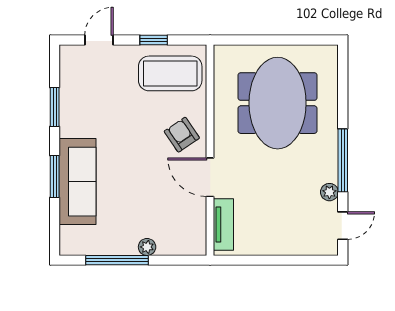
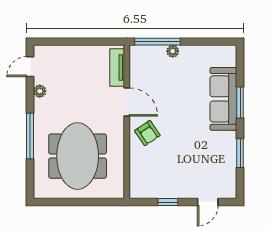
coffee table: (170, 73) -> (156, 178), removed
window: (343, 160) -> (30, 136), moved
window: (117, 260) -> (158, 42), moved

